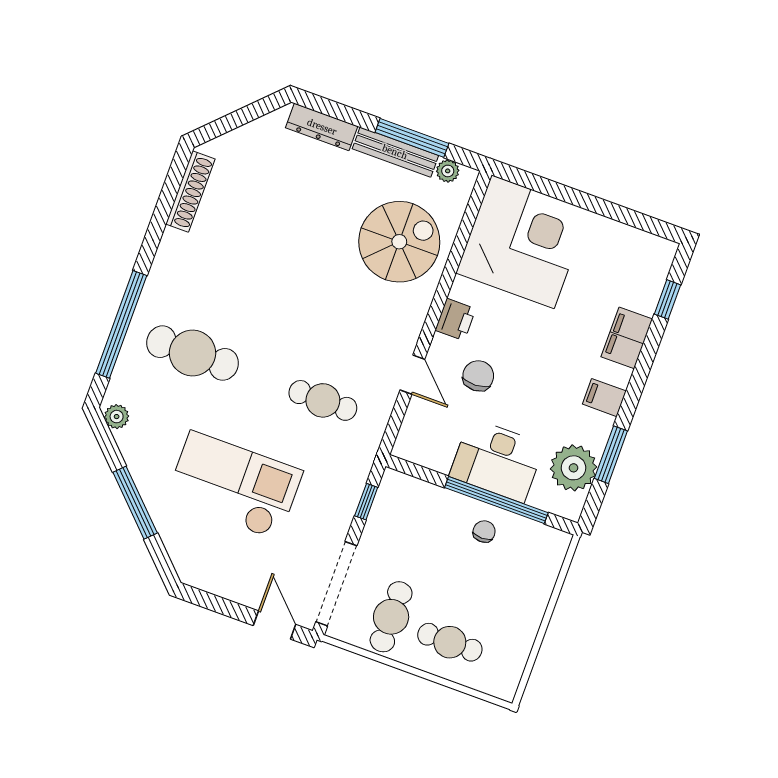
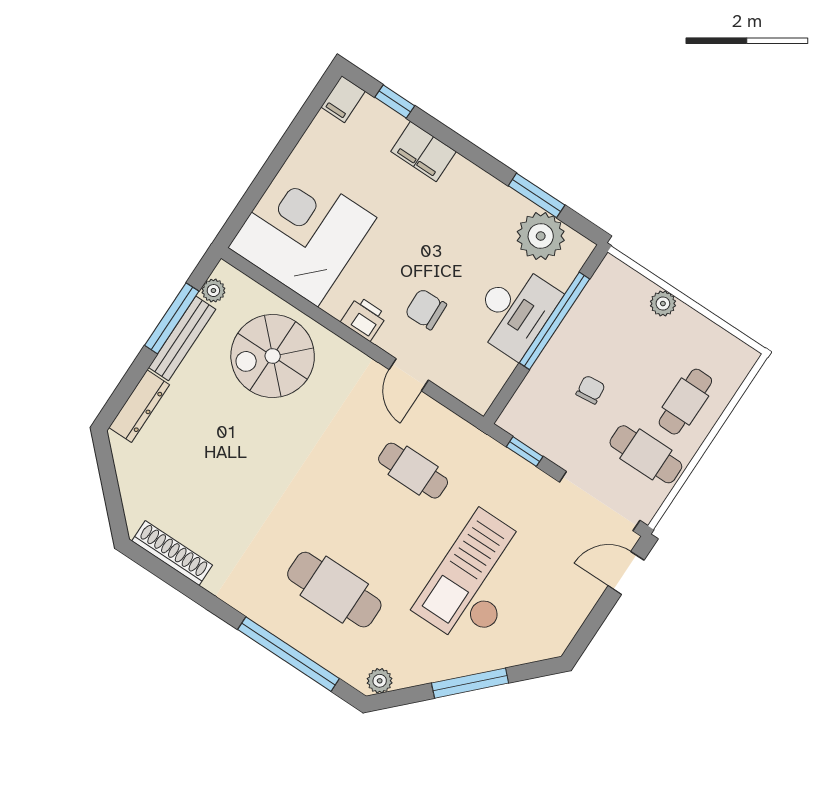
spiral stairs: (399, 242) -> (273, 356), turned -90
cafe table: (192, 353) -> (334, 590), turned 90
door: (412, 375) -> (409, 375), swing flipped
filing cabinet: (604, 398) -> (343, 99), moved
cafe table: (323, 400) -> (413, 471), turned 90
chair: (484, 532) -> (591, 390), moved, turned 84
plant: (537, 599) -> (663, 304), added

